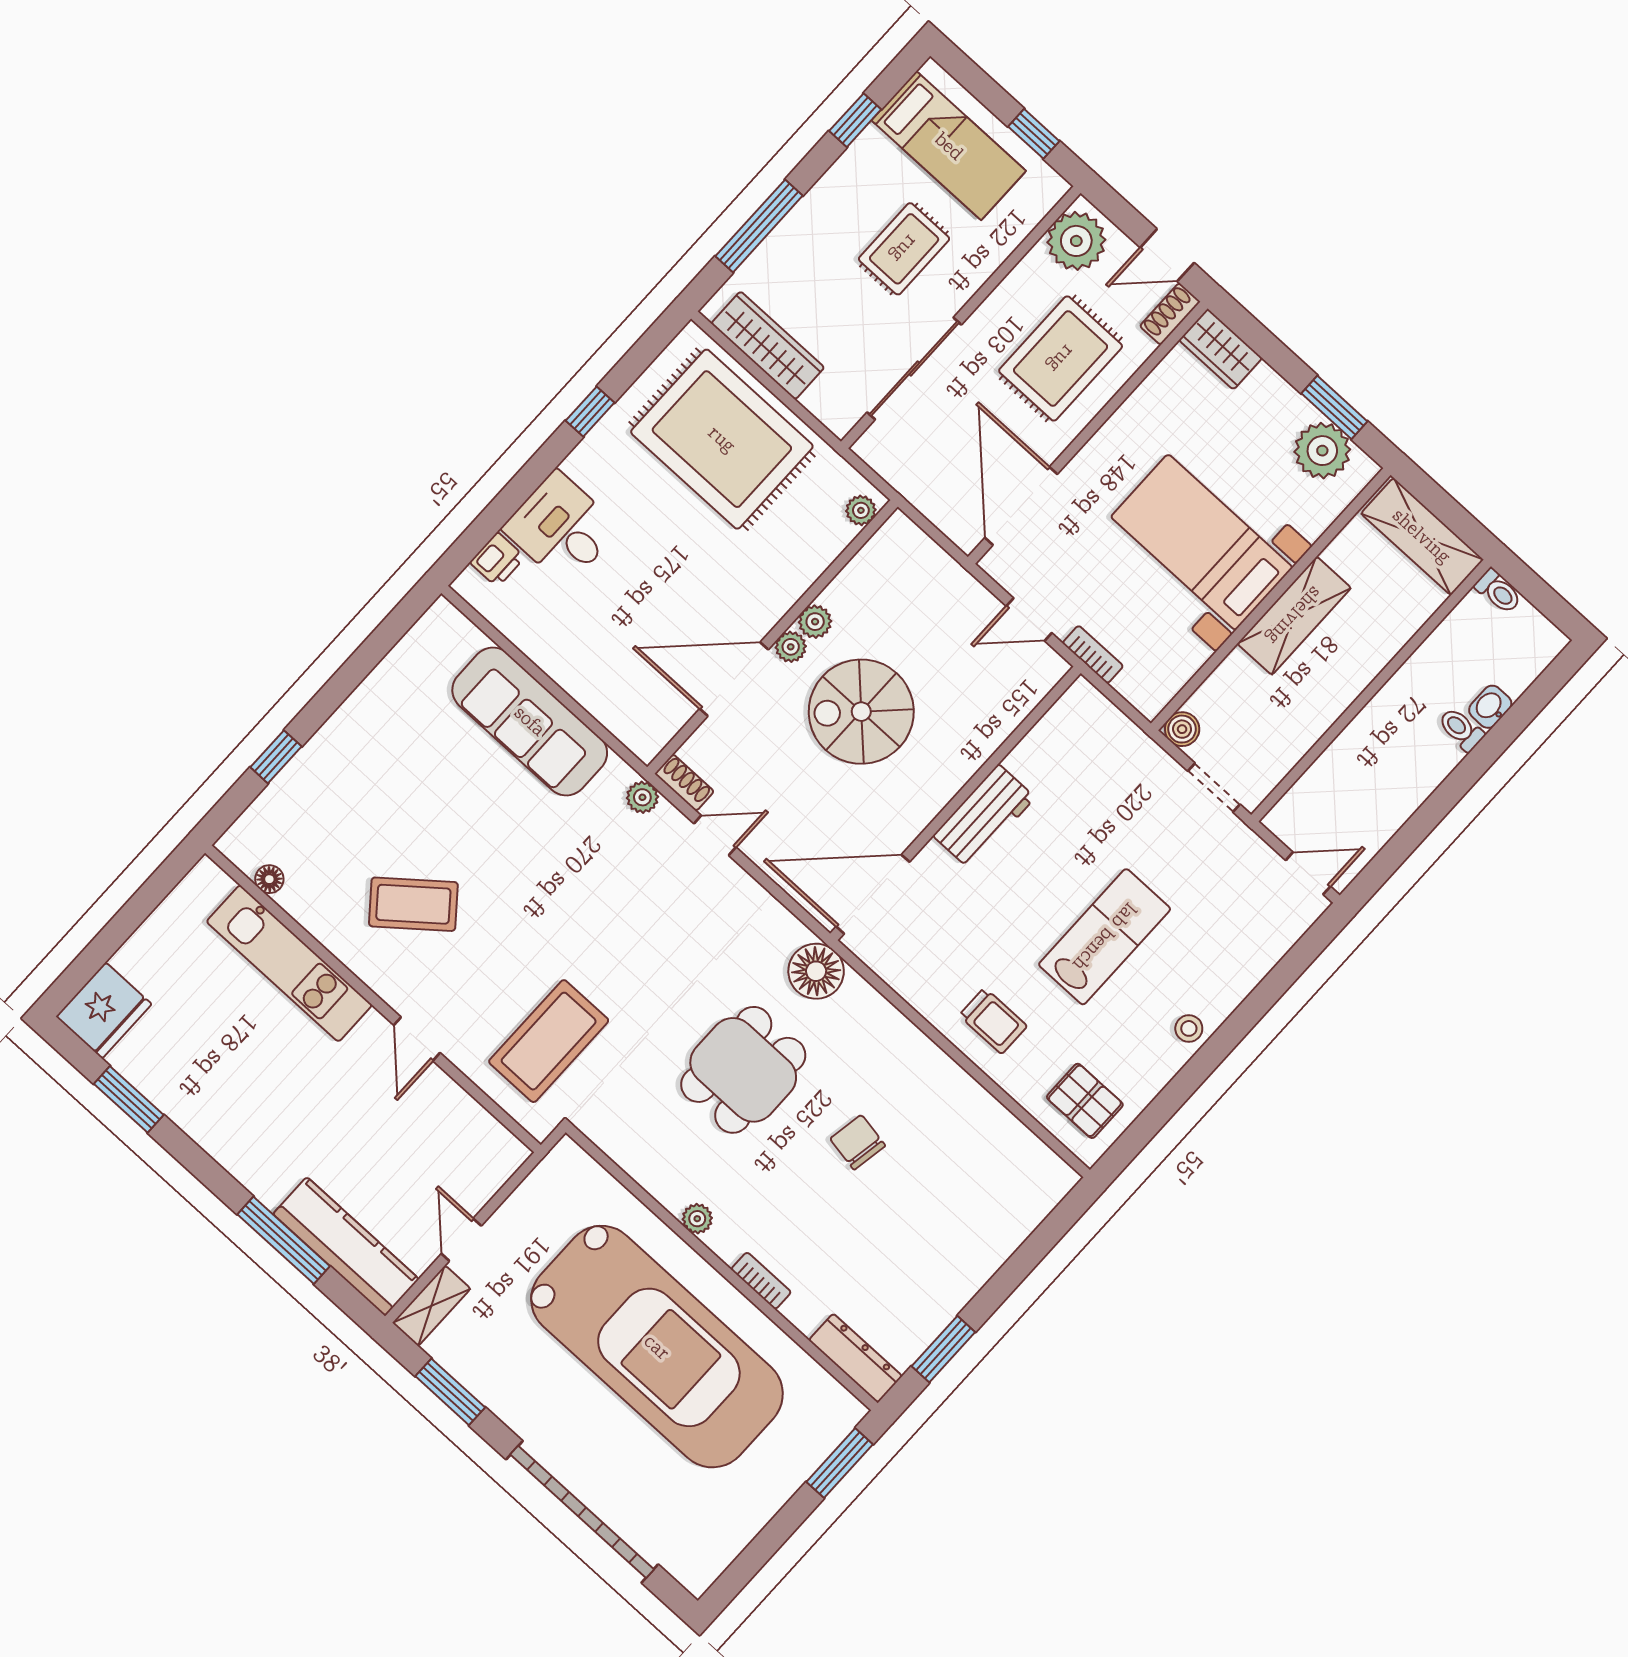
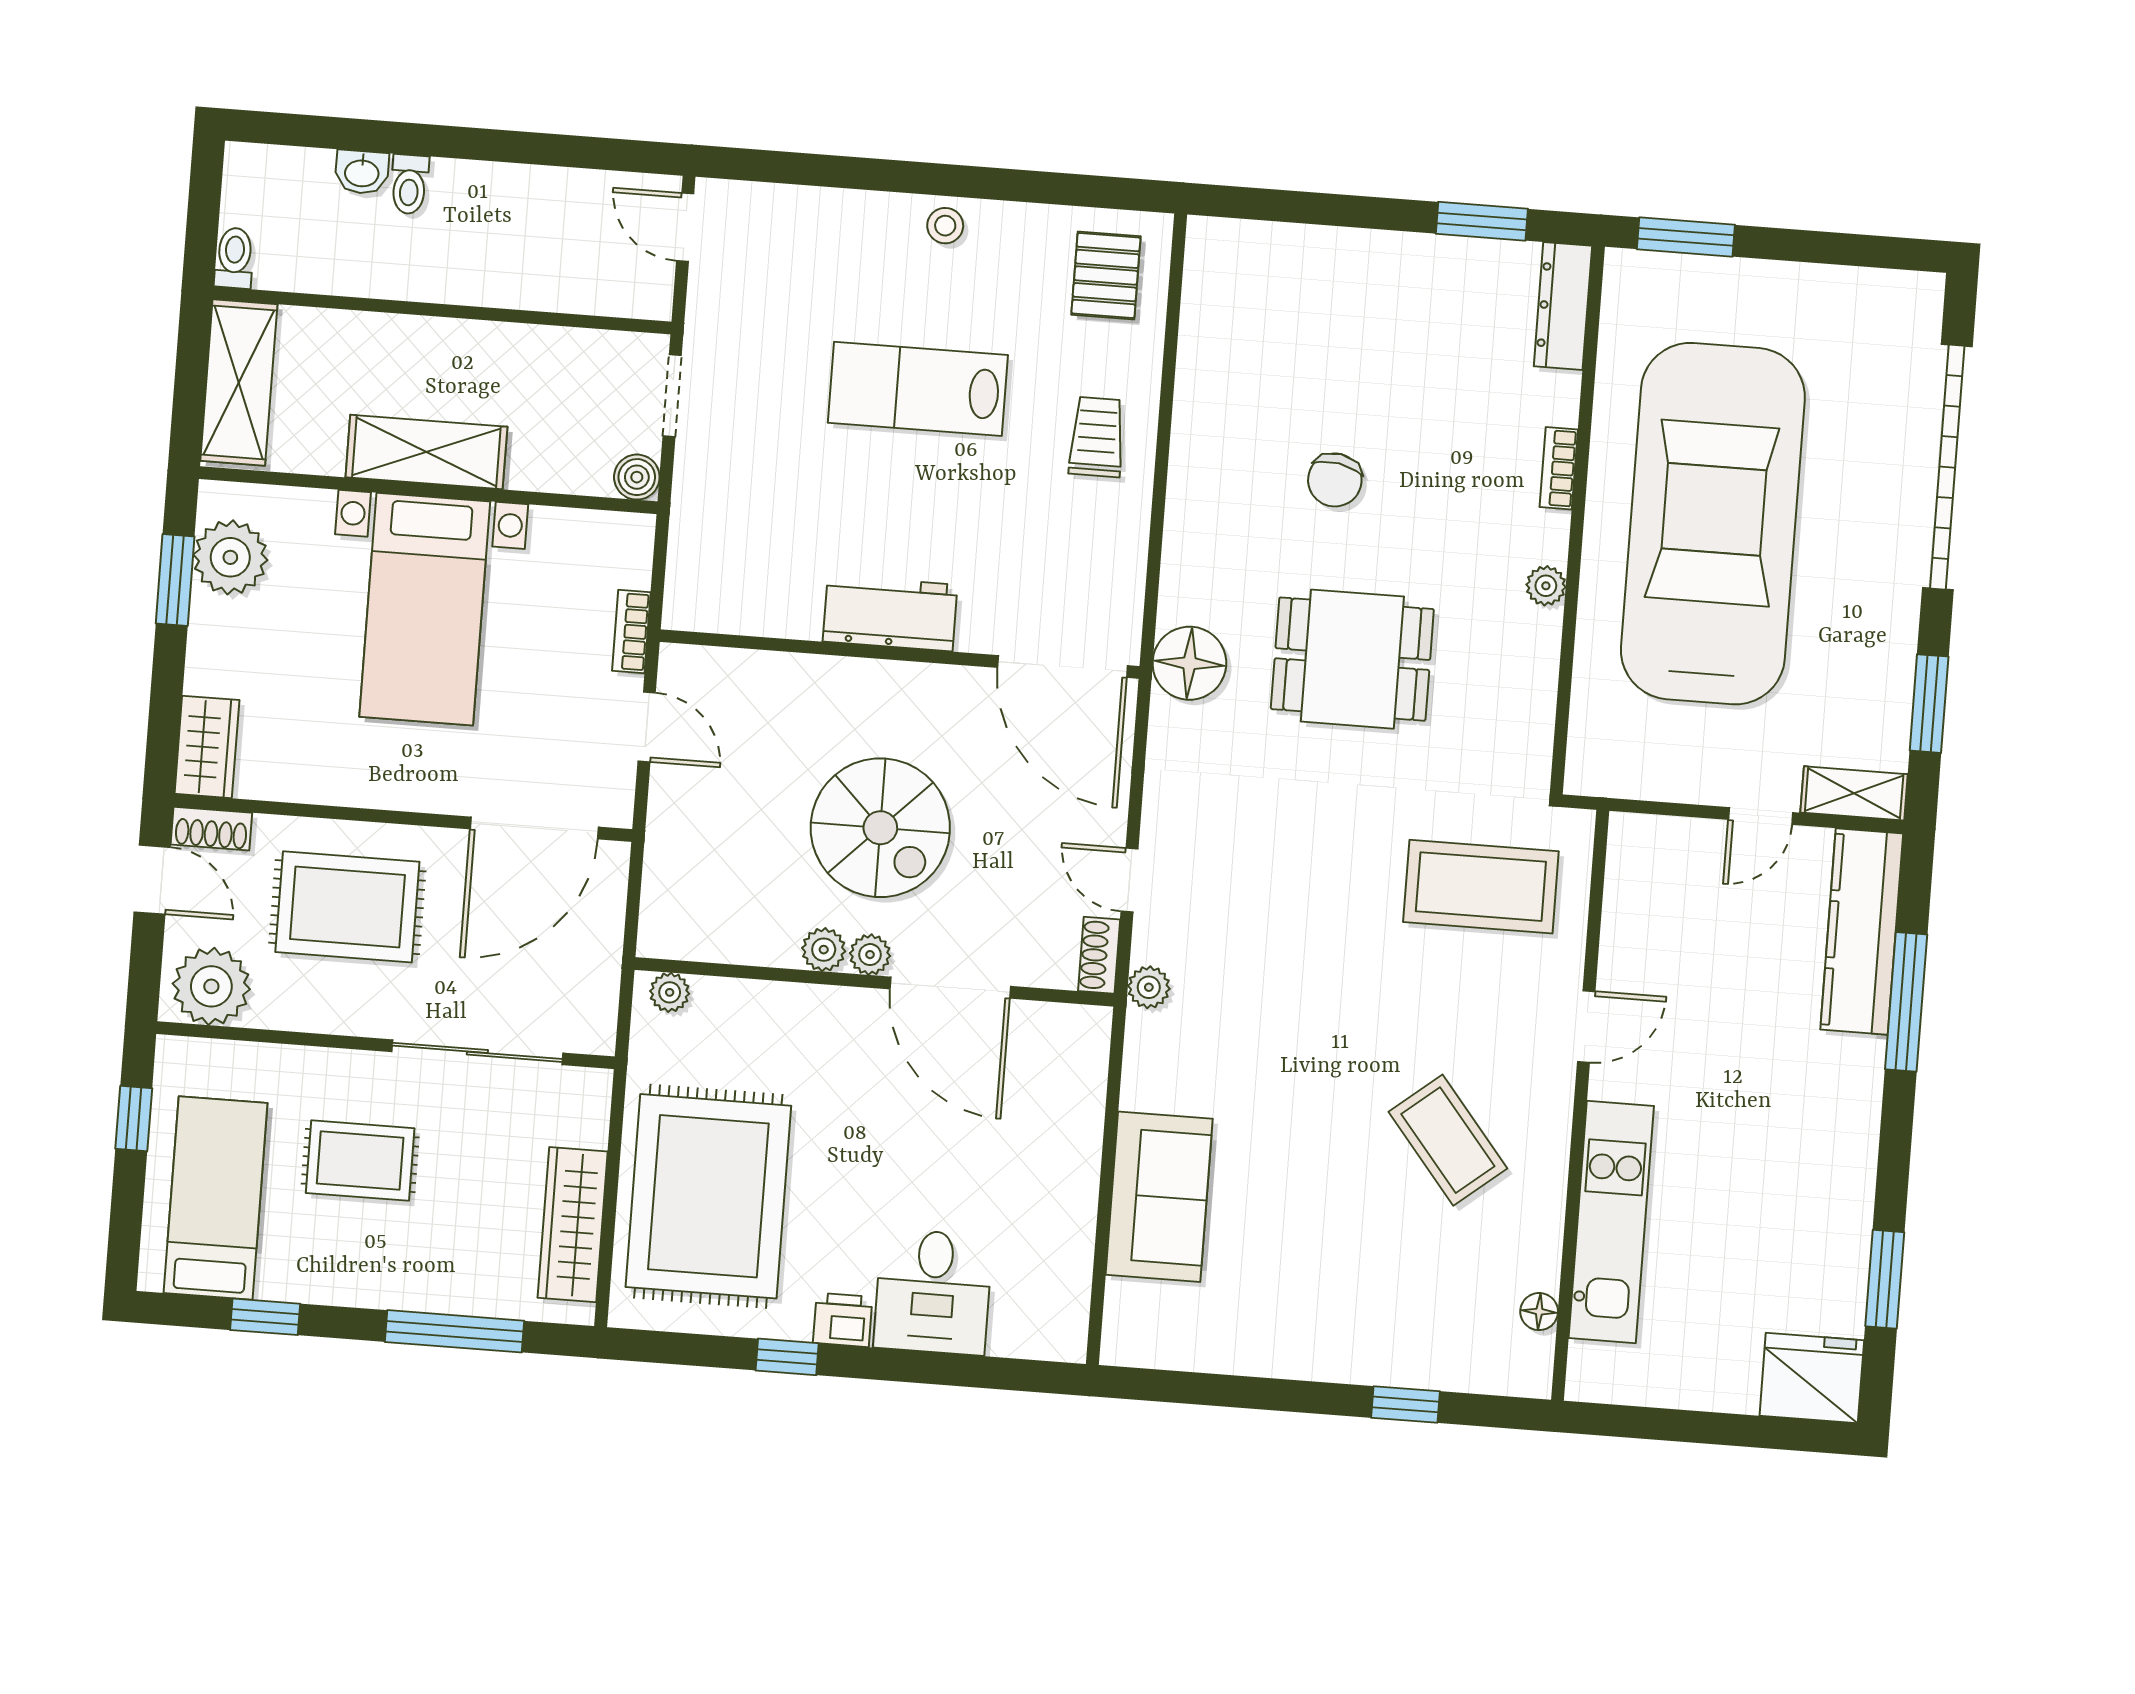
printer: (497, 560) -> (843, 1320), moved
sofa: (530, 721) -> (1159, 1197), width x0.73

